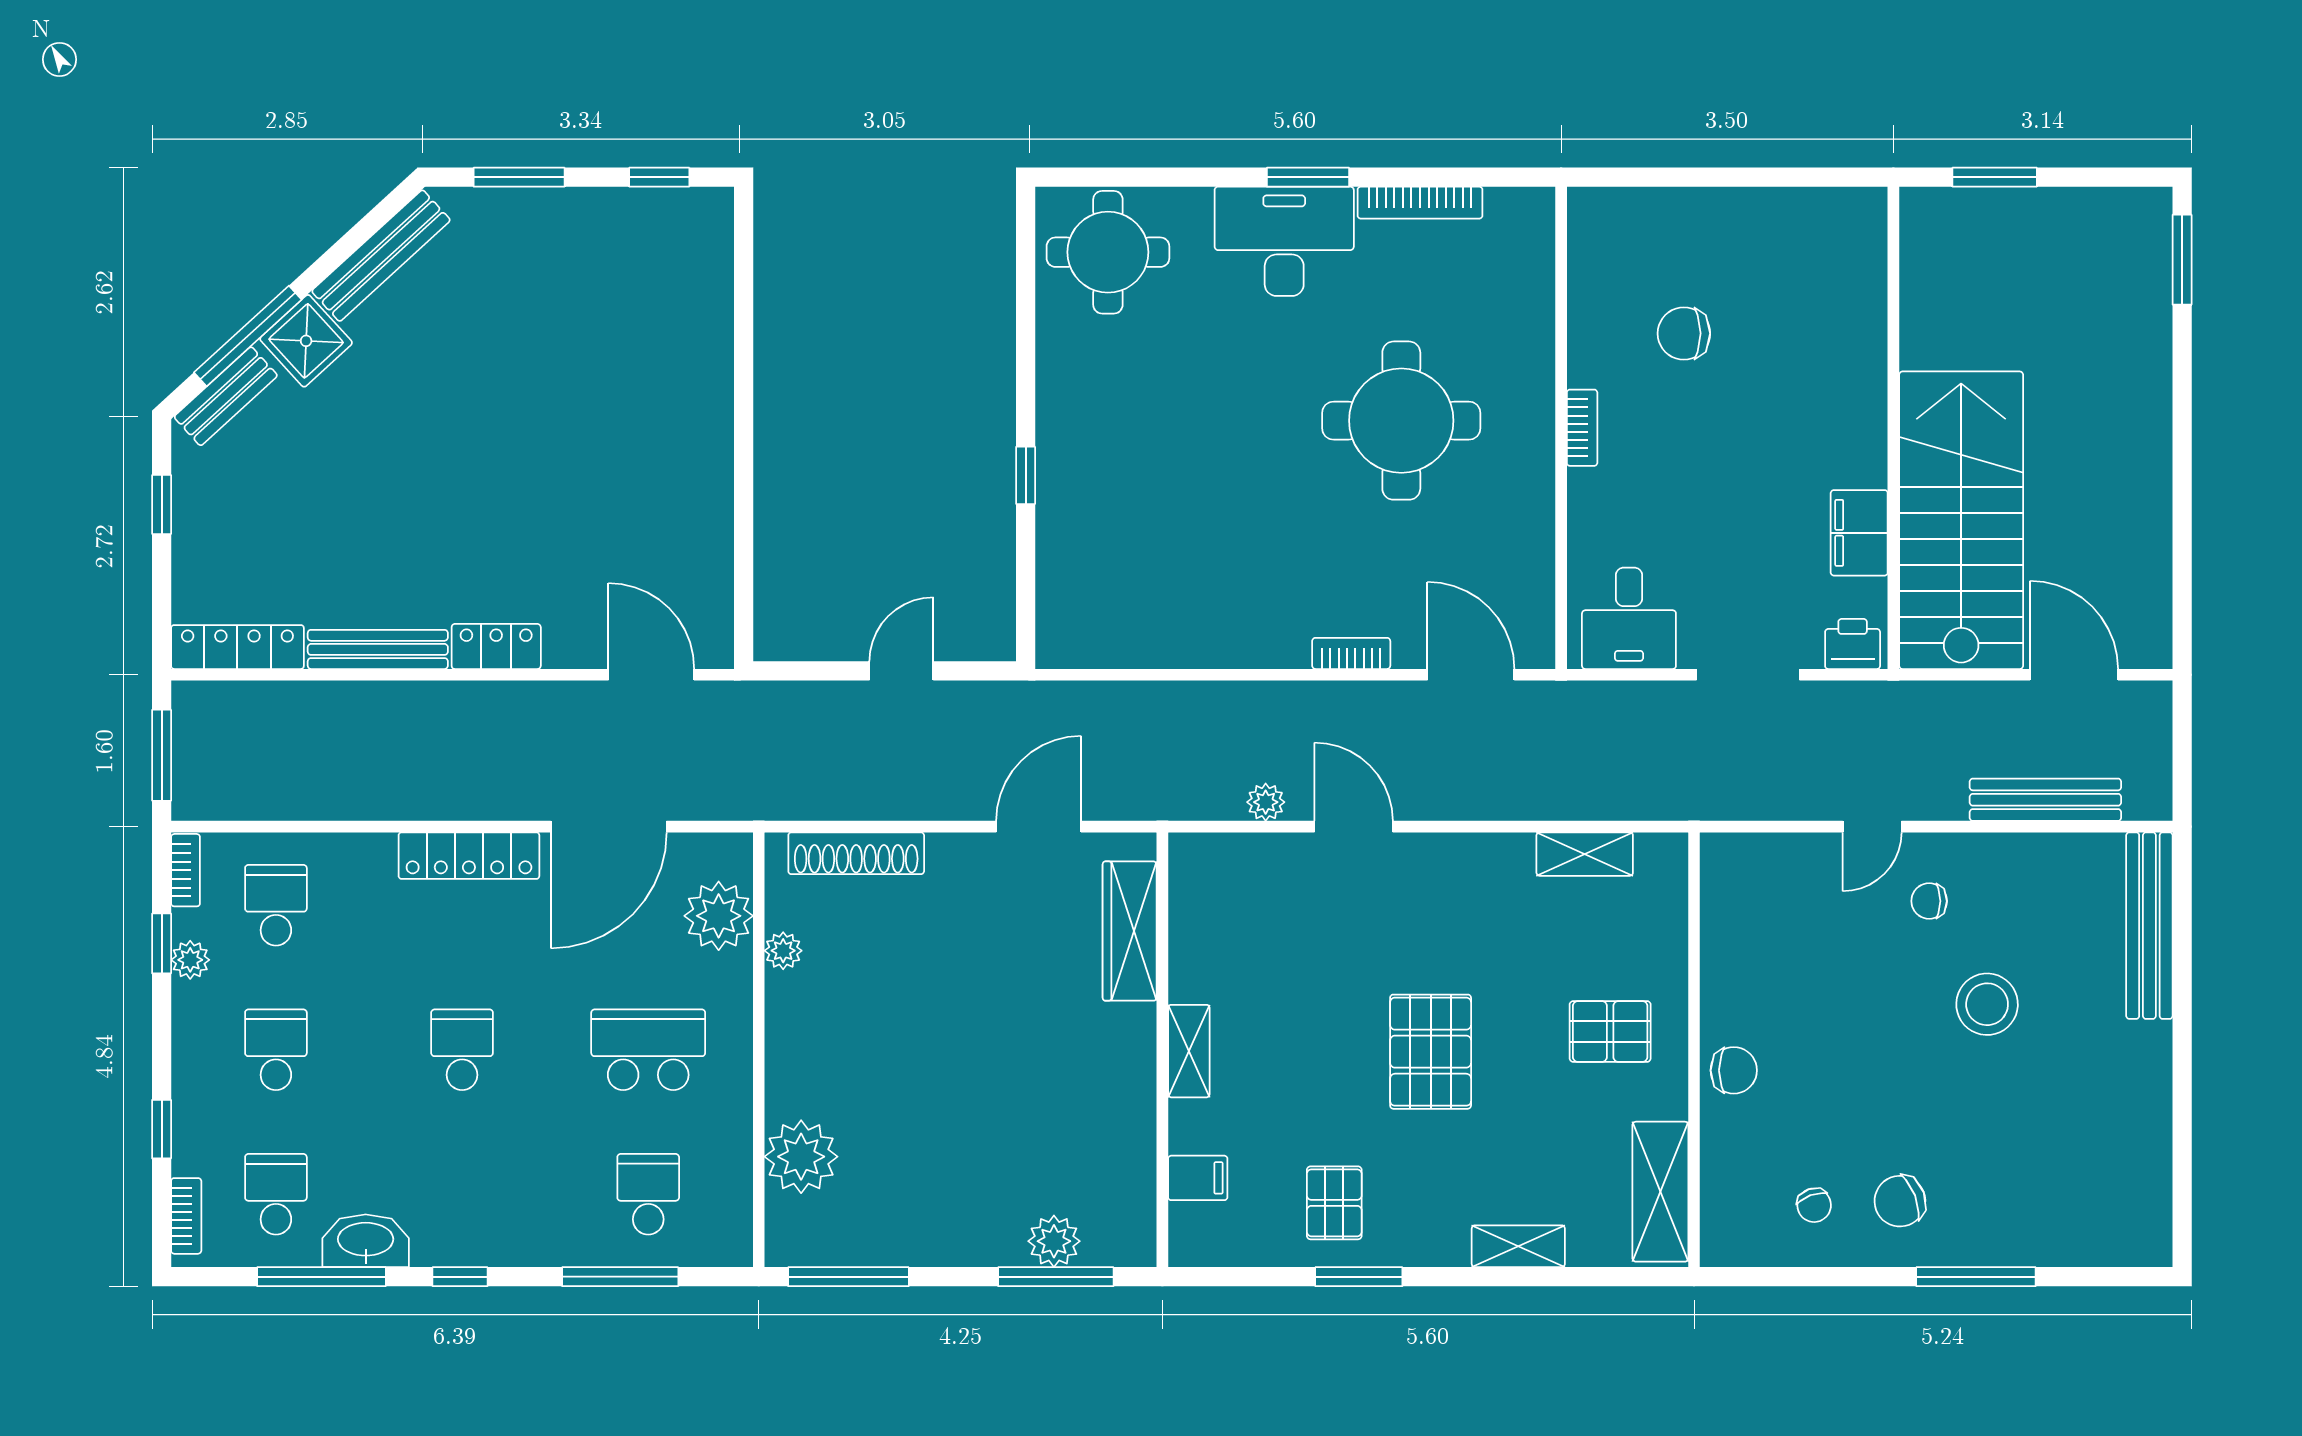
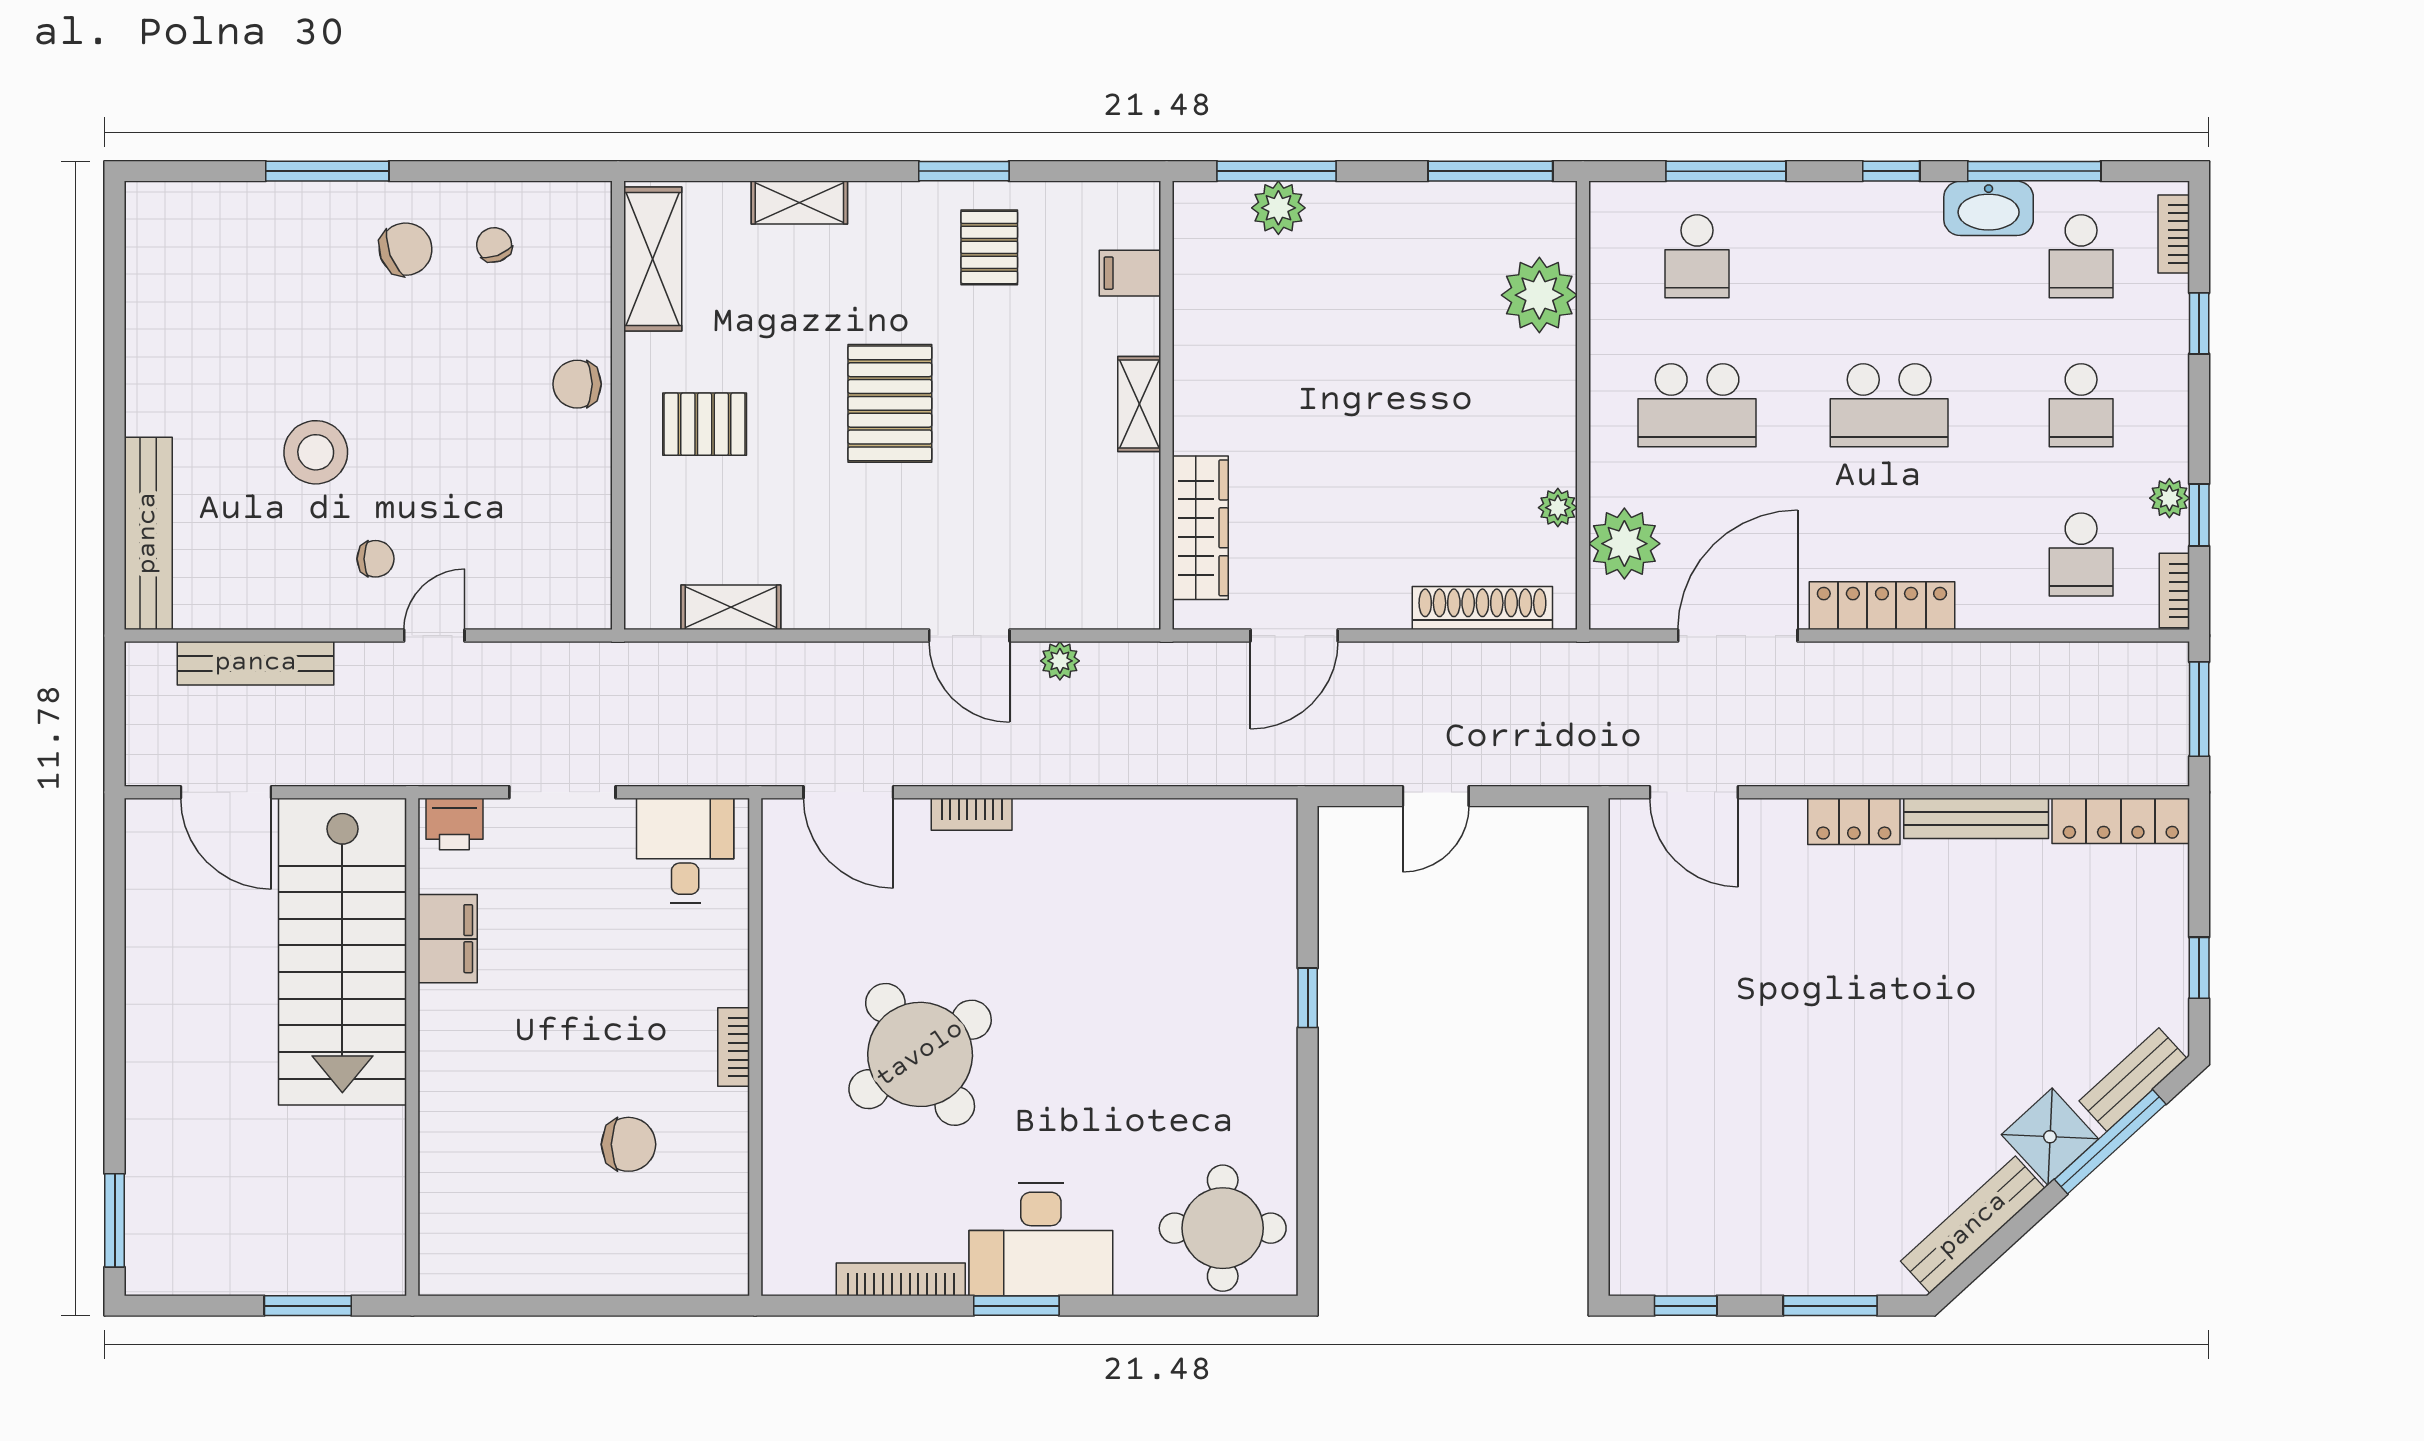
round table: (1401, 421) -> (920, 1054), turned -34
school desk: (462, 1050) -> (1889, 405), width x1.85

